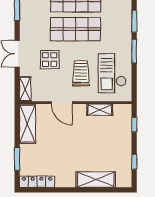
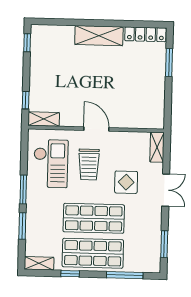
door: (62, 103) -> (96, 129), moved
shelving: (100, 110) -> (44, 119), moved
shelving: (27, 124) -> (155, 105), removed
window: (134, 162) -> (27, 43), moved
shelving: (96, 180) -> (99, 36), moved

